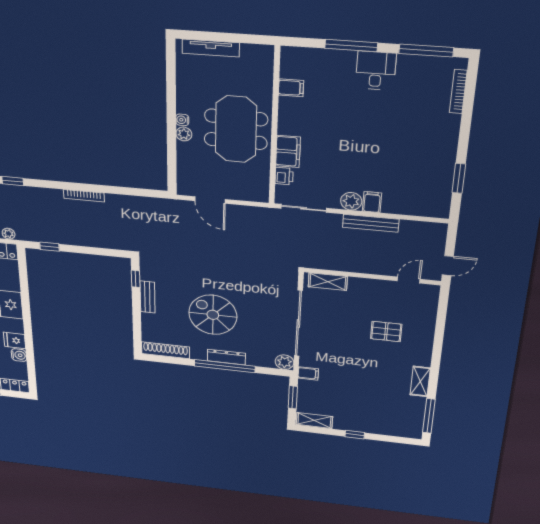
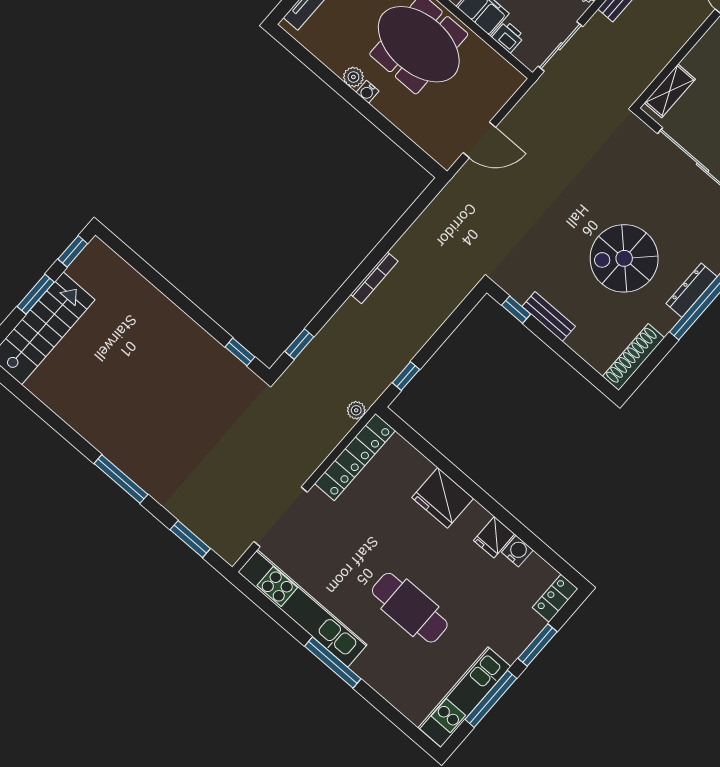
plant: (184, 134) -> (353, 77), moved

